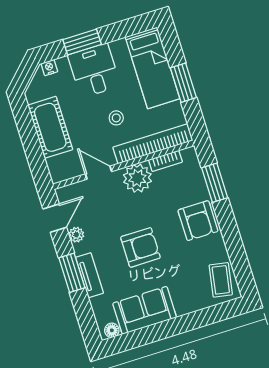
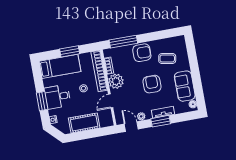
window: (215, 183) -> (123, 42), width x1.44
coffee table: (221, 280) -> (167, 58), moved

